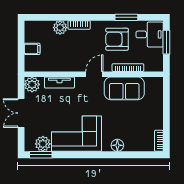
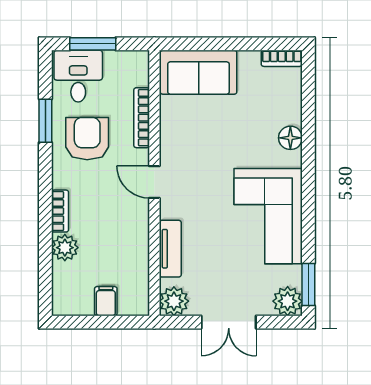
armchair: (117, 39) -> (87, 139), turned 180
sofa: (124, 88) -> (199, 72), moved, turned 90
plant: (43, 144) -> (288, 301), moved

